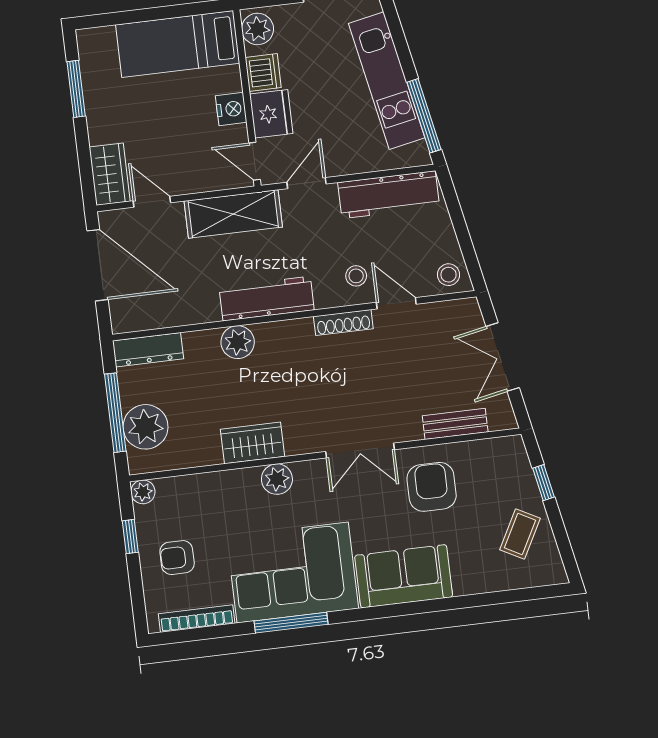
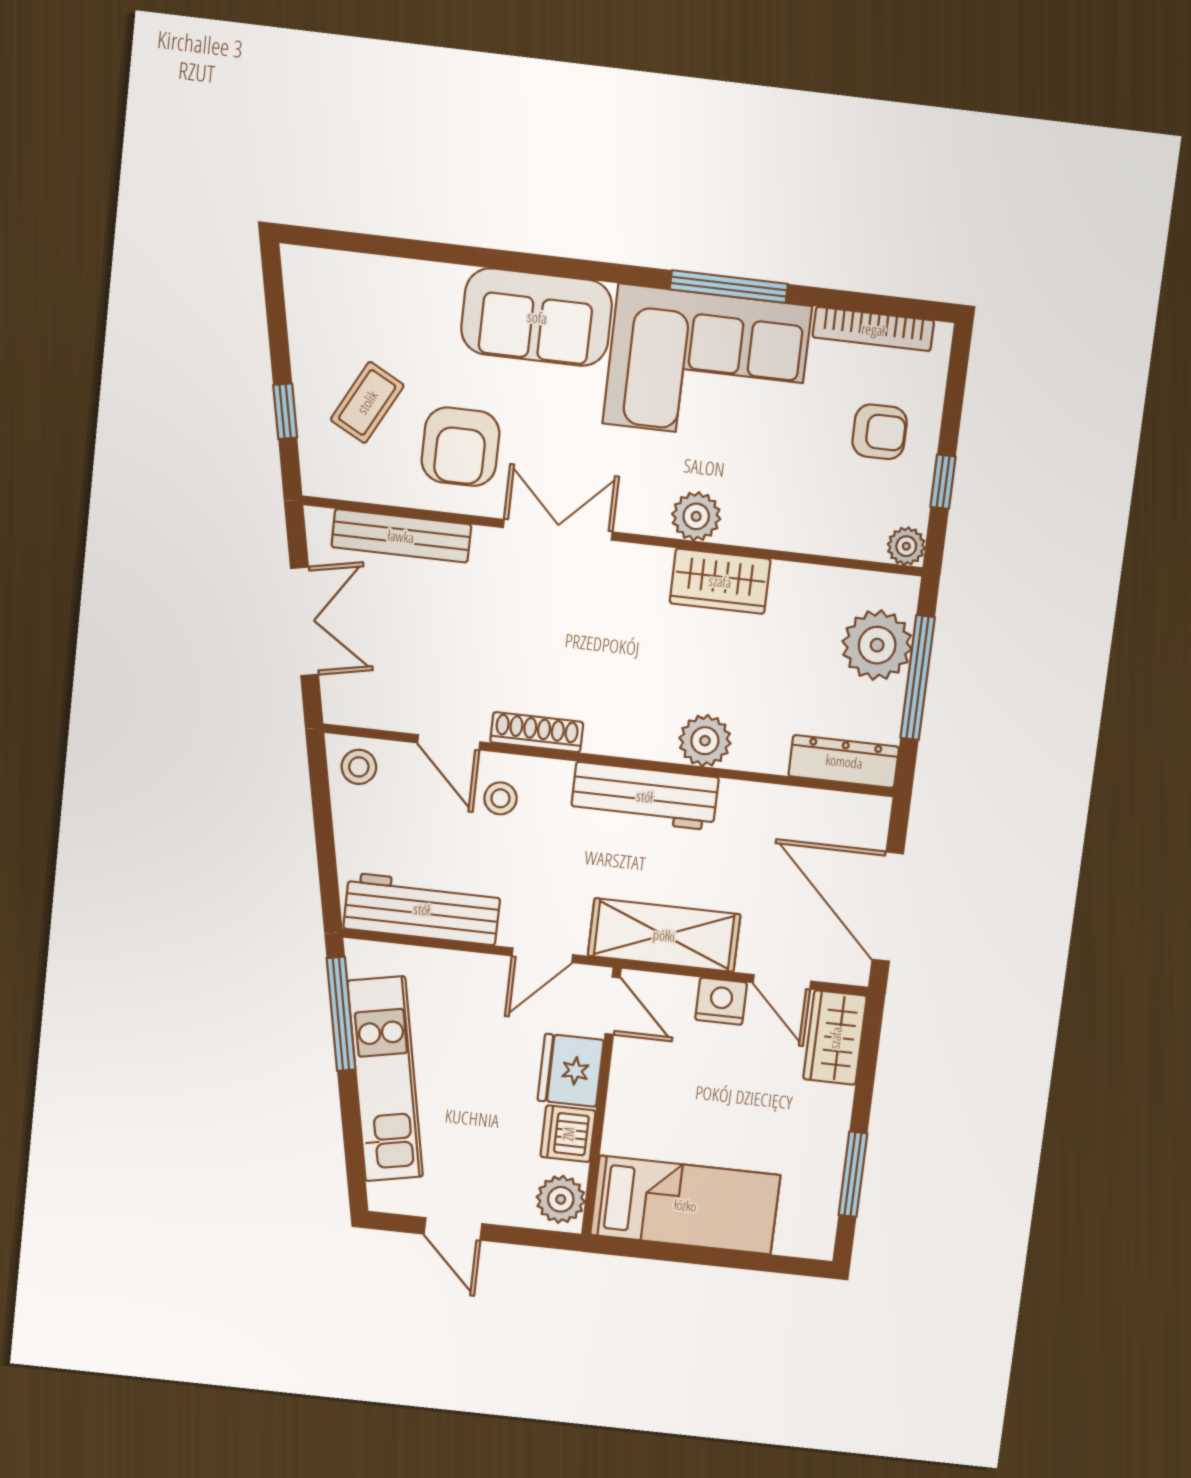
nightstand: (231, 109) -> (721, 1001), moved, turned 90
bench: (455, 424) -> (401, 536), width x1.36
coffee table: (520, 534) -> (367, 402), moved

